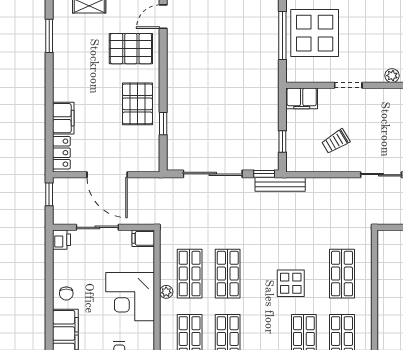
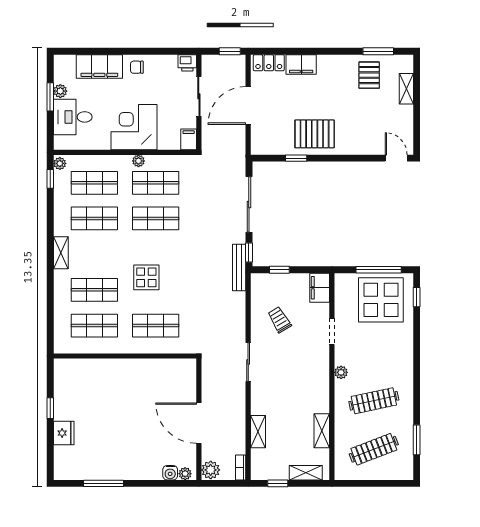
pallet: (131, 49) -> (369, 75), moved, width x0.67, depth x0.71

